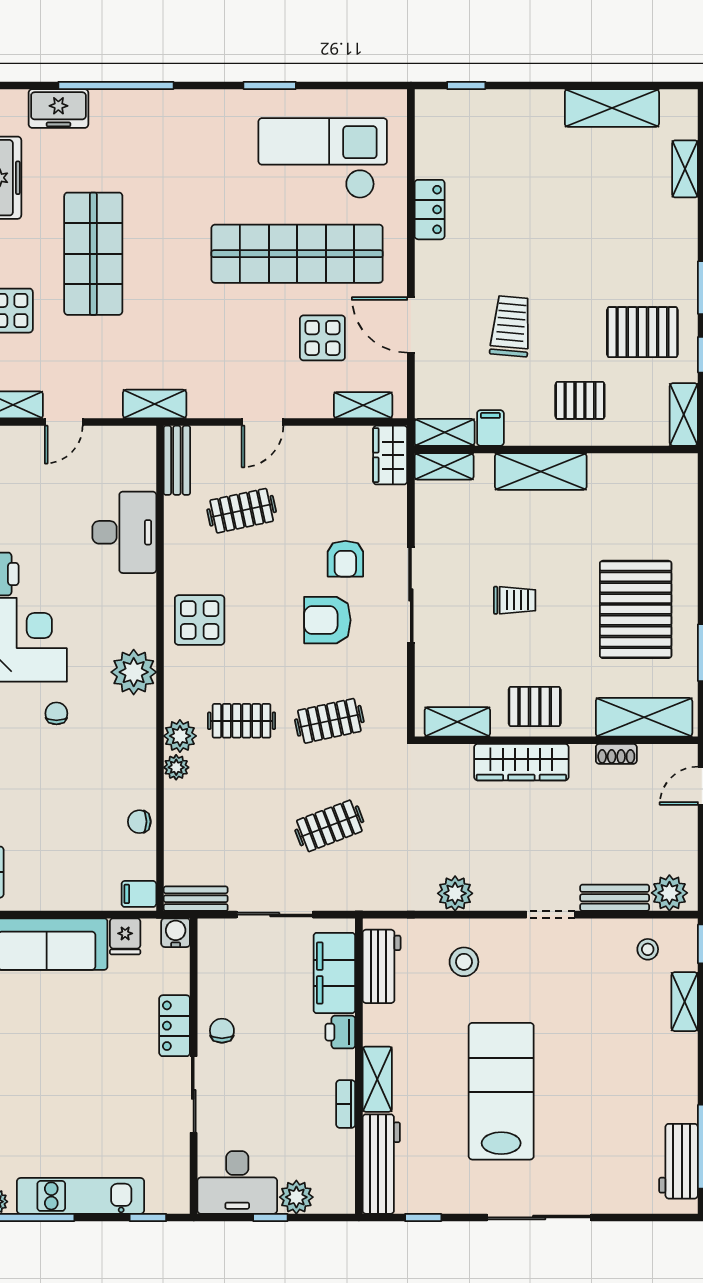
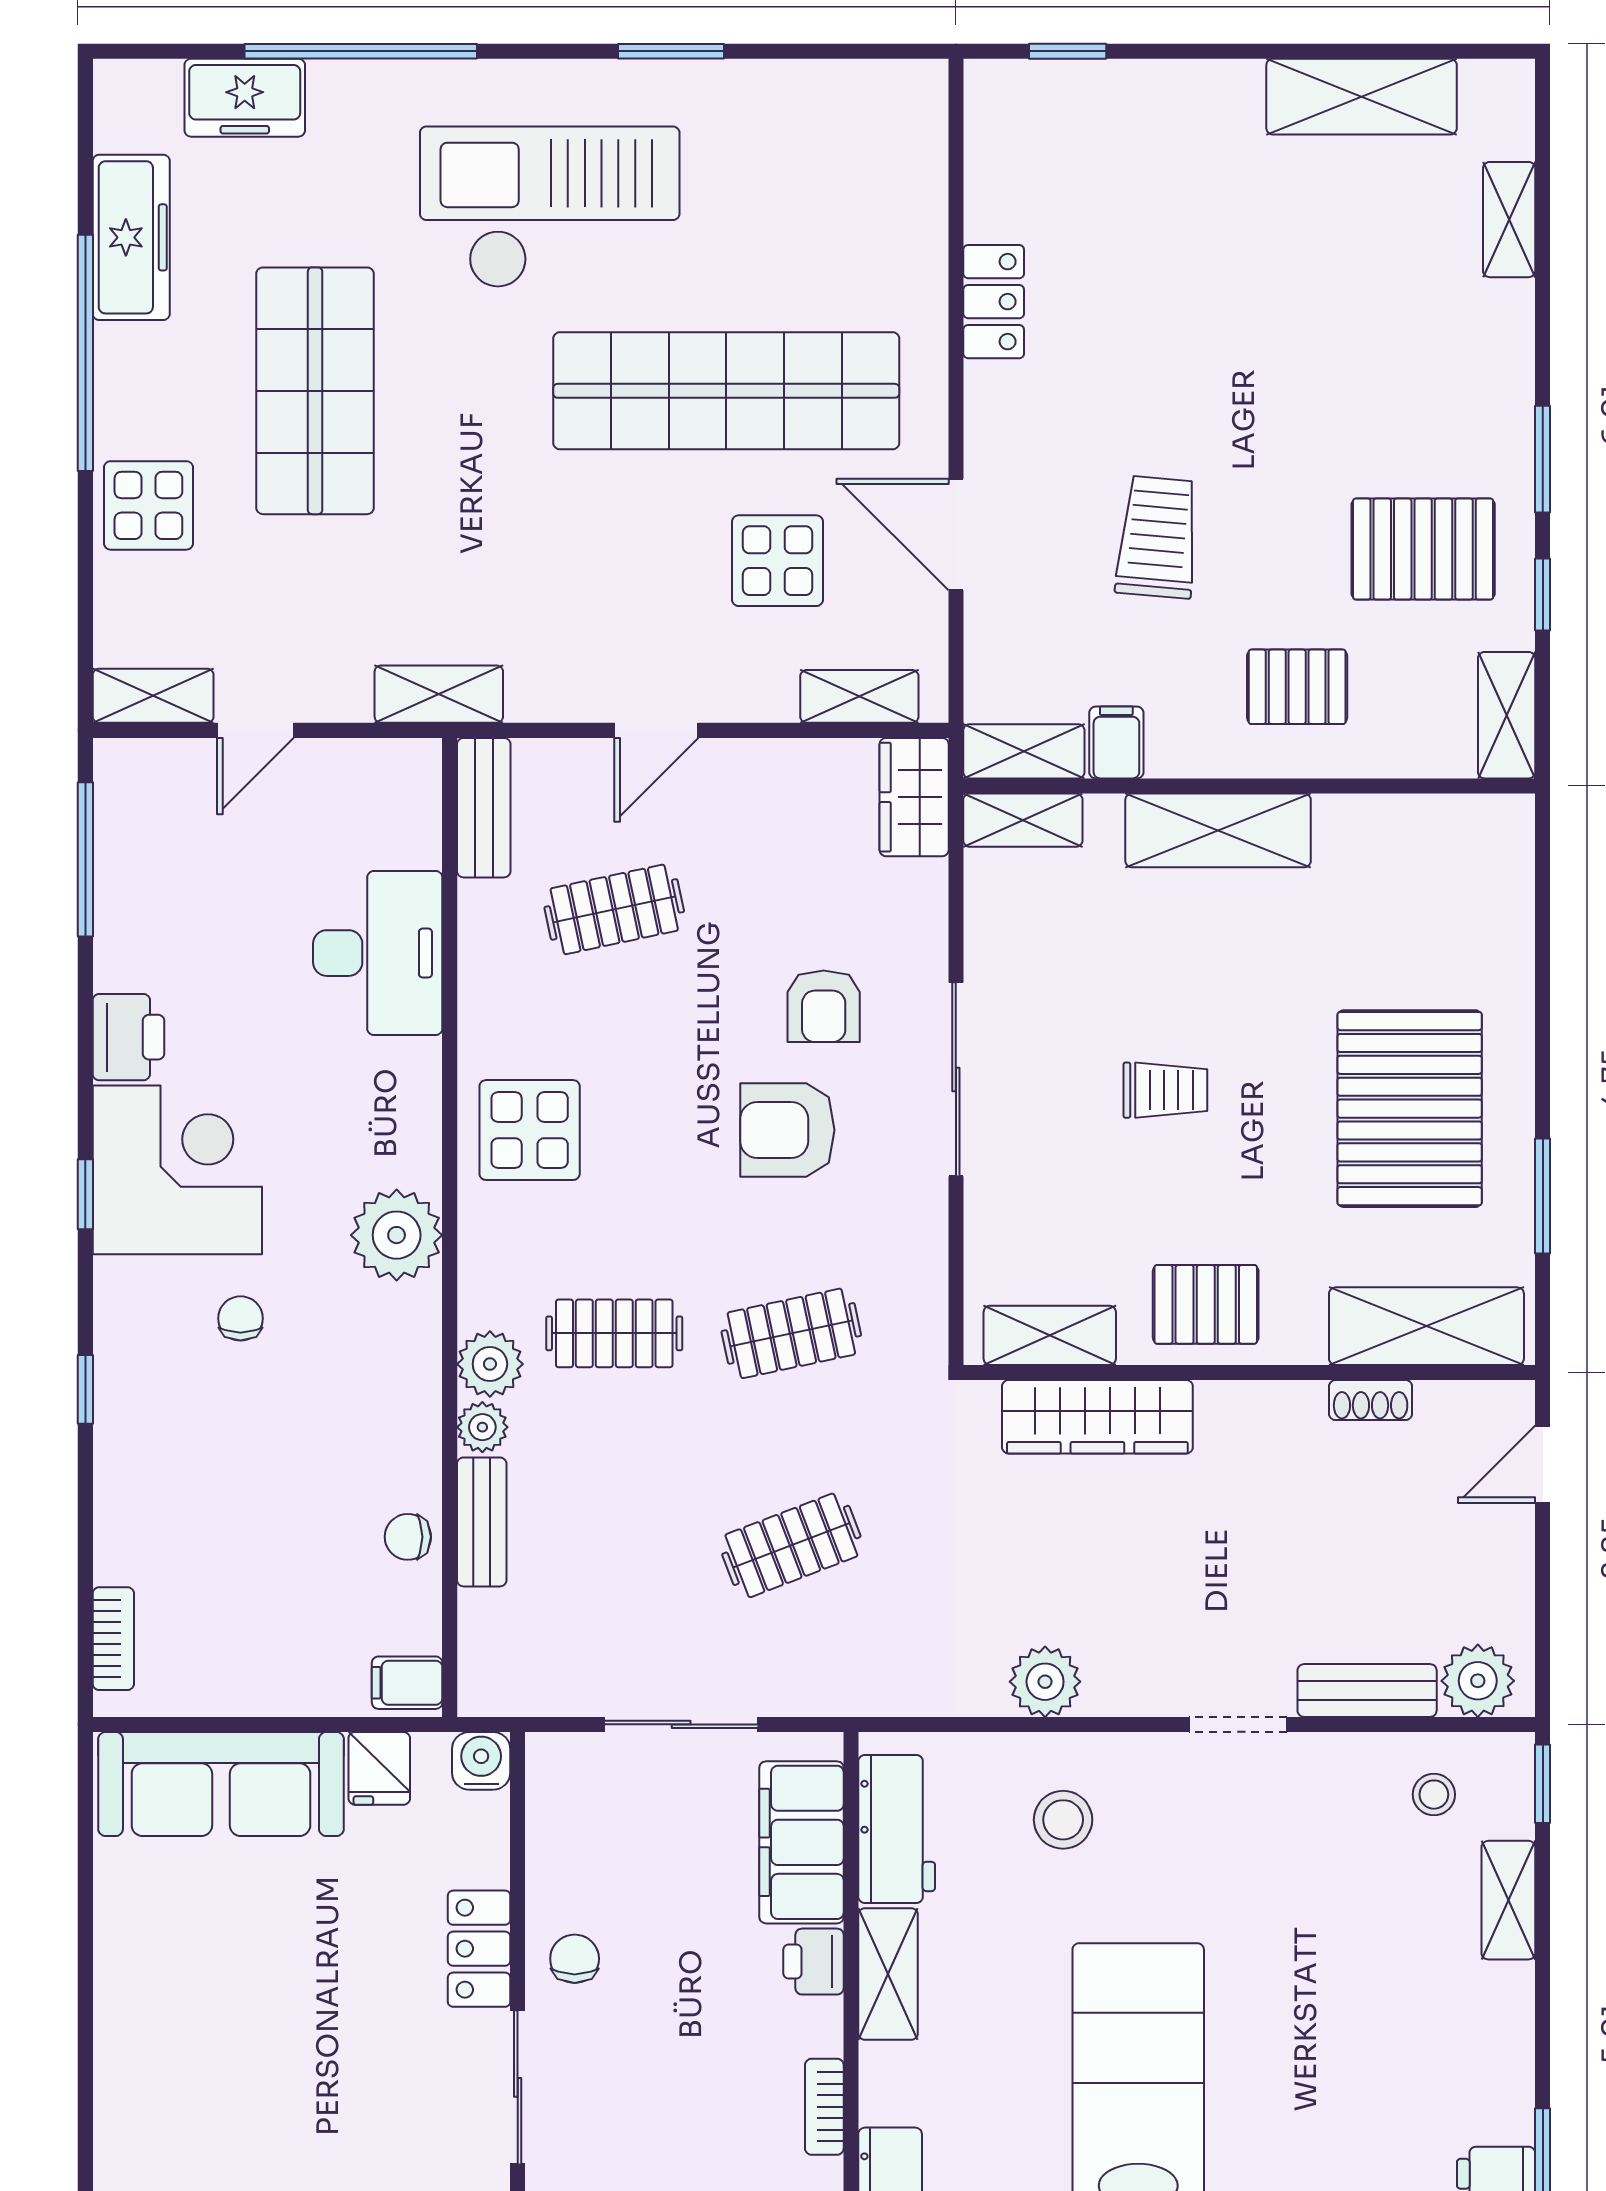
checkout: (323, 158) -> (550, 207), moved
wardrobe: (521, 762) -> (1097, 1417), moved
bench: (196, 899) -> (482, 1522), moved, turned 90
shelving: (377, 1079) -> (888, 1974), moved

